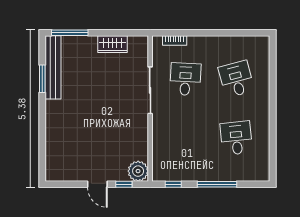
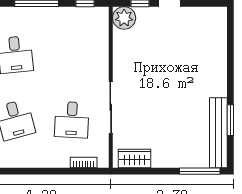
wardrobe: (112, 44) -> (135, 158), moved

